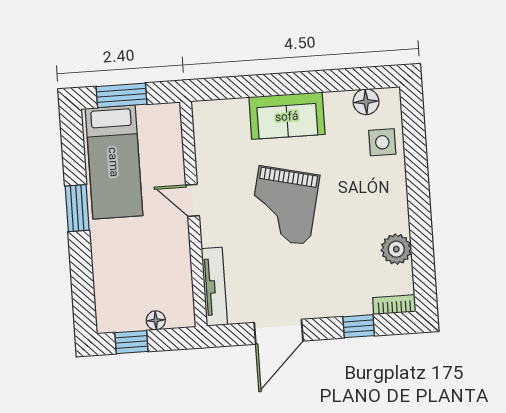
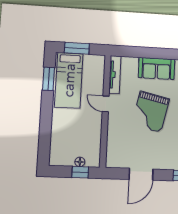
window: (77, 208) -> (49, 79), moved
tv unit: (214, 287) -> (115, 75), moved
window: (131, 342) -> (80, 172), moved

